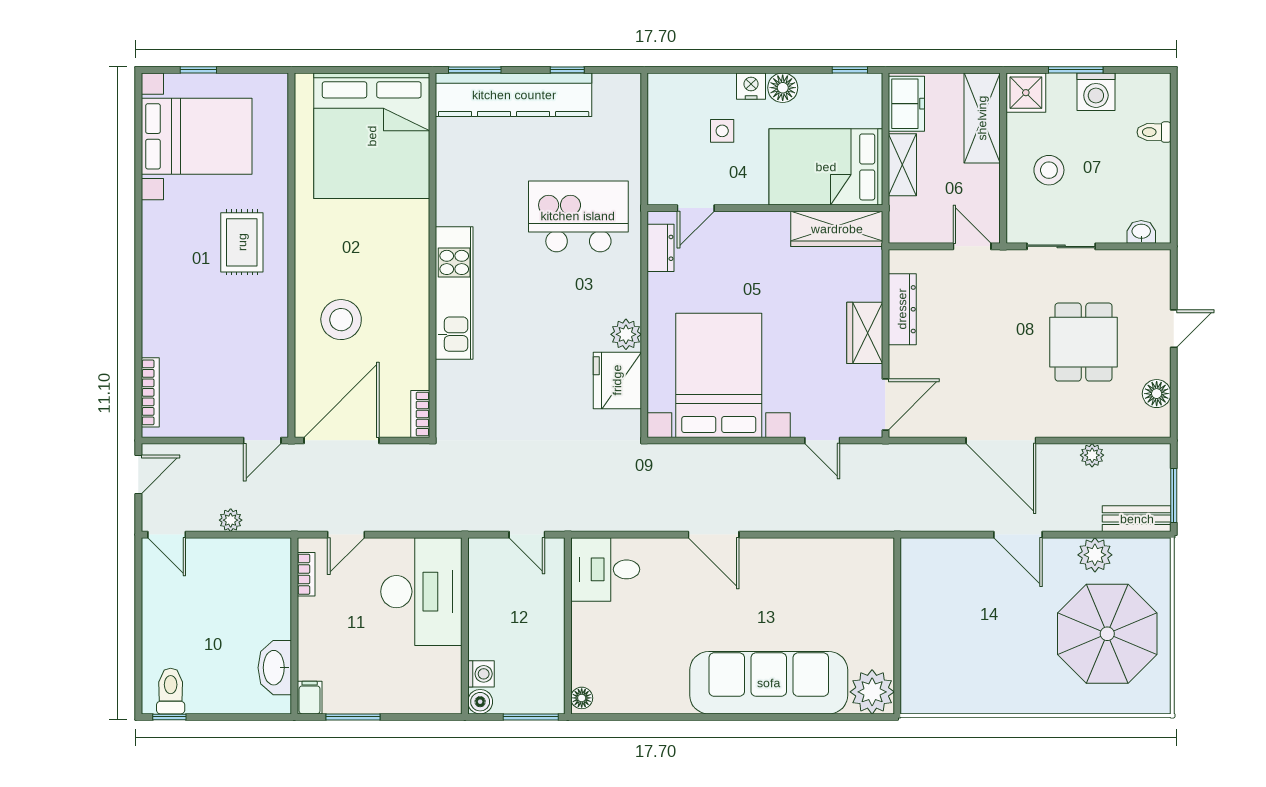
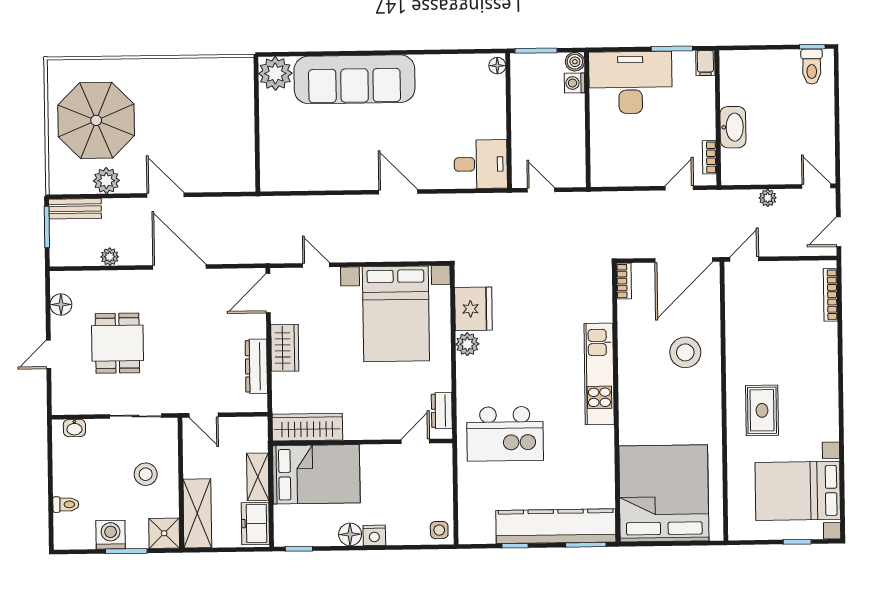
side table: (722, 131) -> (439, 530), moved
desk: (421, 592) -> (630, 82), moved, turned 90
washbasin: (275, 668) -> (733, 127), moved

